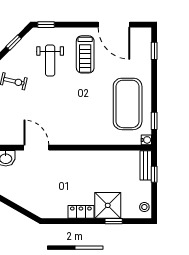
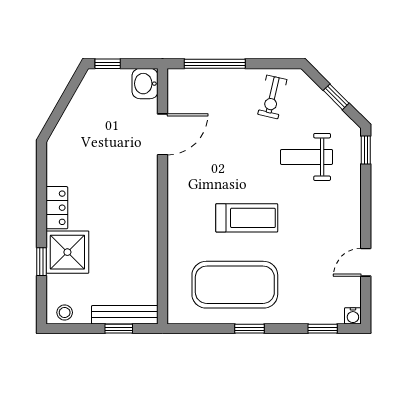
door: (114, 25) -> (366, 262), width x0.53
treadmill: (85, 54) -> (247, 218), moved, turned 180
window: (154, 121) -> (250, 329), moved
water cooler: (146, 140) -> (353, 316), moved
bench: (146, 165) -> (125, 315), width x1.36

